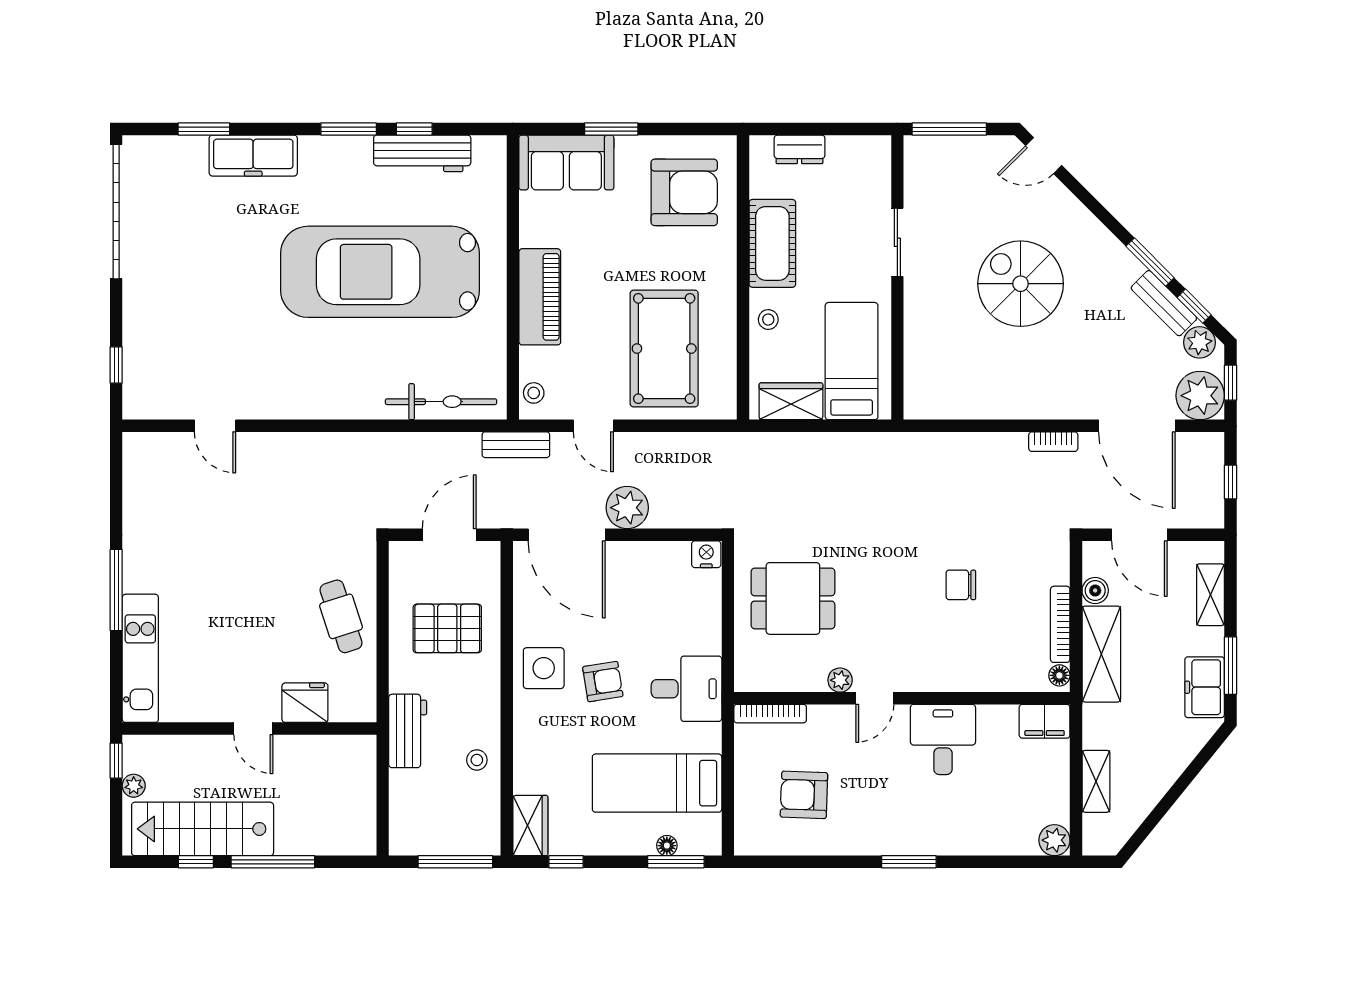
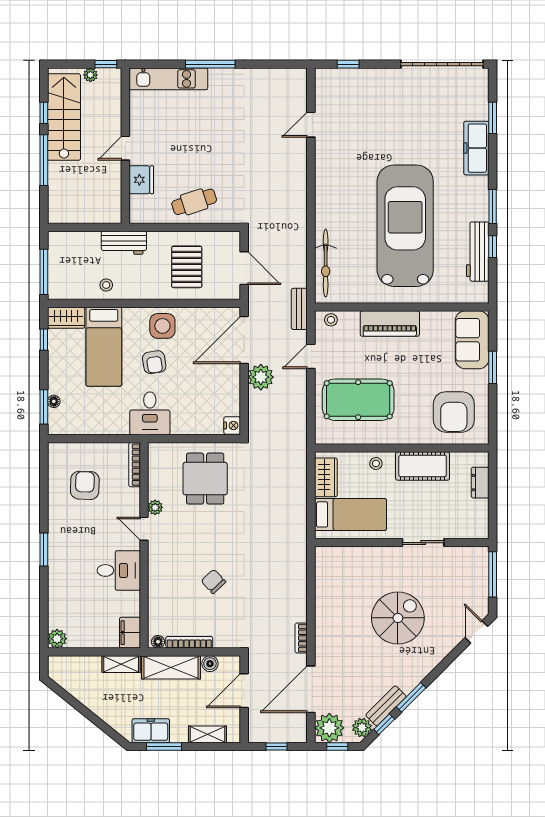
chair: (961, 585) -> (213, 581), turned -43
shelving: (1096, 781) -> (121, 664), moved
bed: (657, 783) -> (104, 347), moved, turned 180

